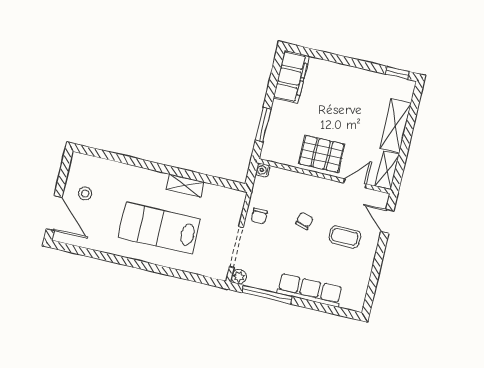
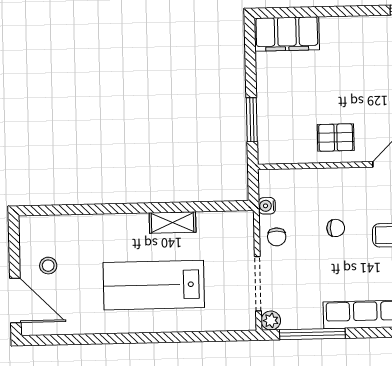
filing cabinet: (291, 77) -> (287, 34), moved, turned 90
pallet: (322, 154) -> (336, 138), width x0.67, depth x0.71
water cooler: (263, 170) -> (267, 206), moved
chair: (304, 221) -> (336, 228), turned 74

